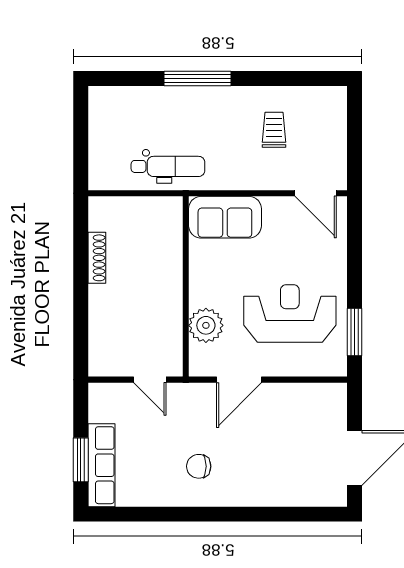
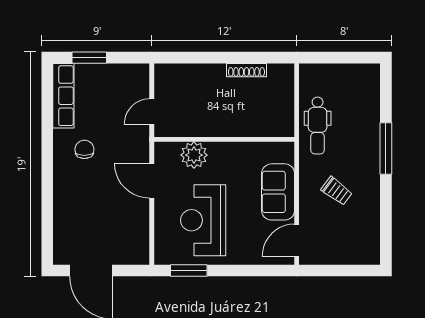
trolley: (274, 130) -> (337, 191), moved, turned 37
sofa: (225, 217) -> (278, 192), moved
reception desk: (290, 314) -> (203, 220), turned 180
row of seats: (102, 465) -> (63, 96), moved, turned -90

